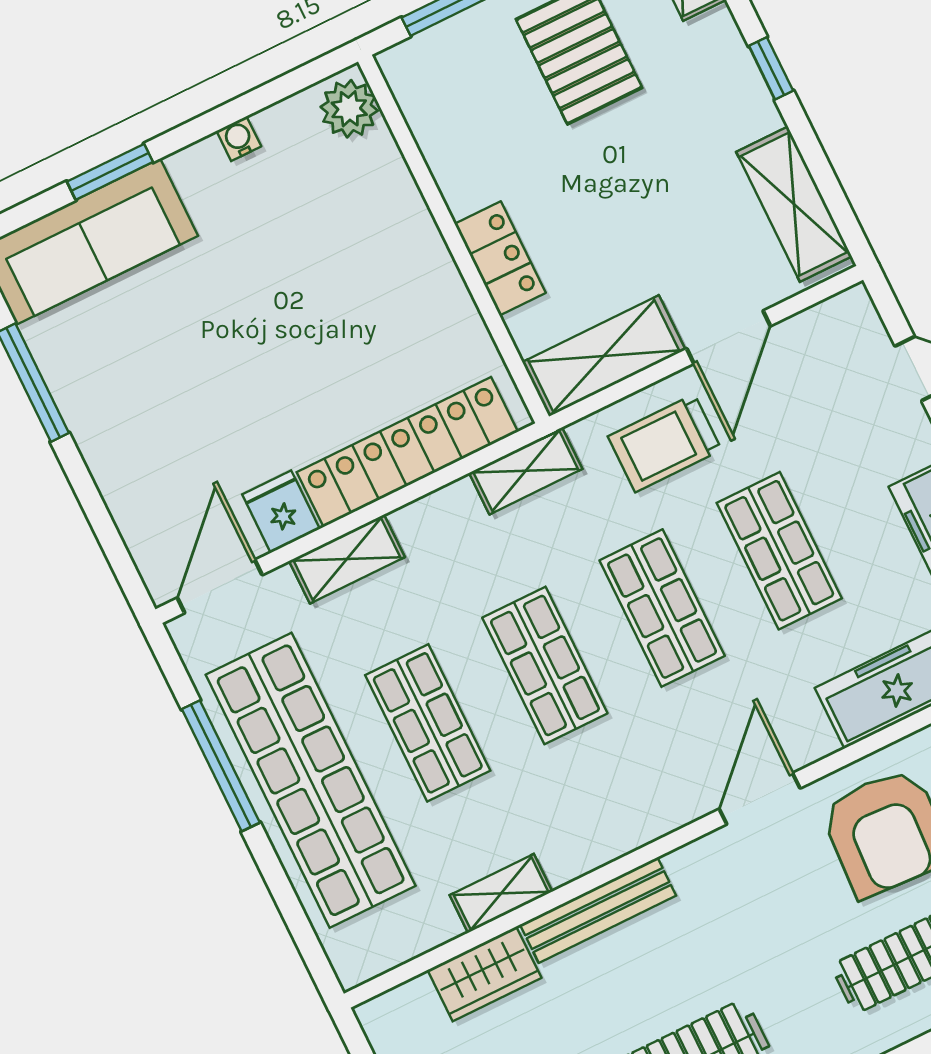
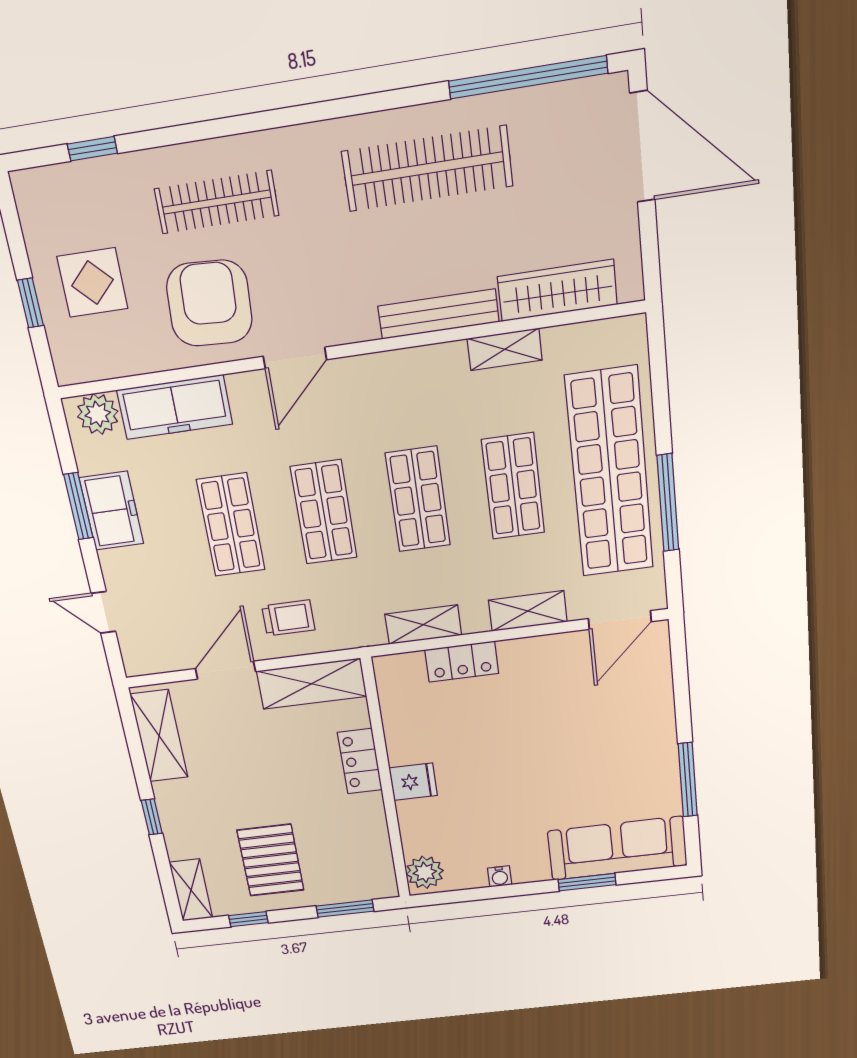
trolley: (665, 443) -> (288, 618), width x0.73, depth x0.72
locker: (407, 452) -> (462, 662), width x0.46, depth x0.83
shelving: (526, 471) -> (423, 625), moved
fridge: (281, 512) -> (413, 782), moved, turned -90
wardrobe: (484, 974) -> (557, 291), width x1.50

